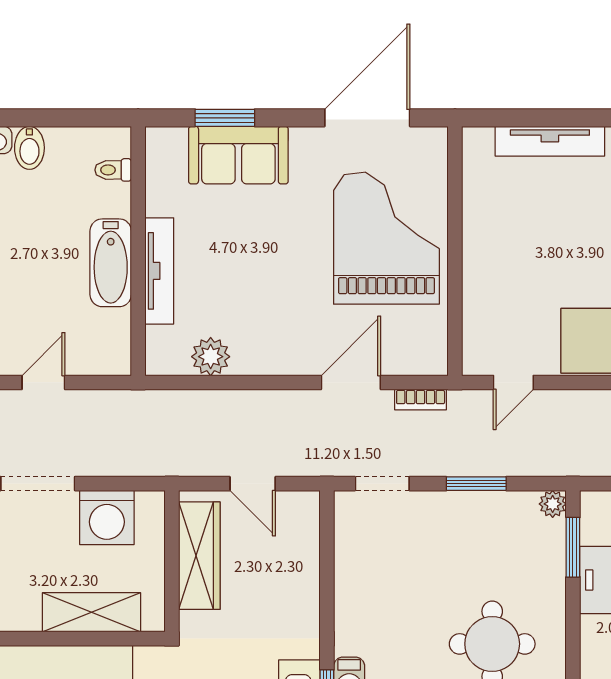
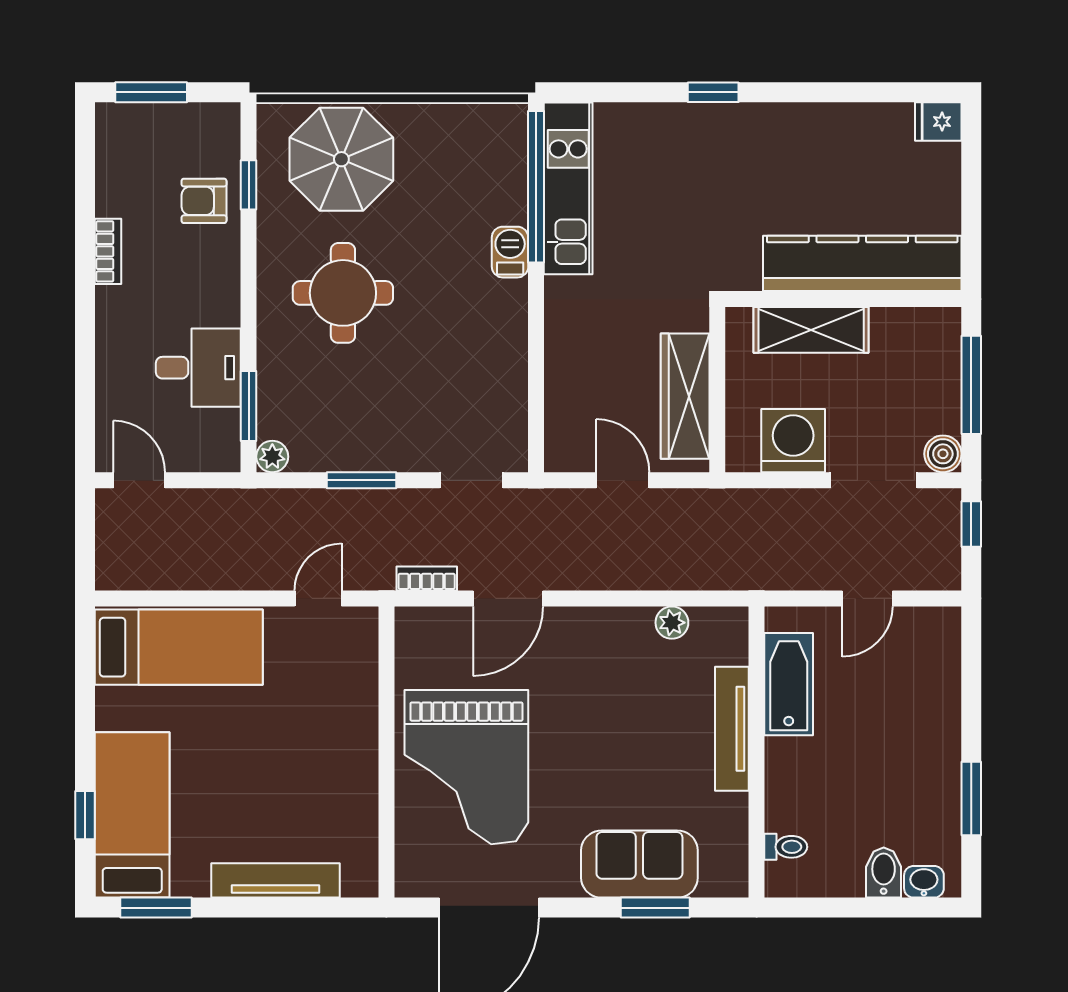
bathtub: (111, 263) -> (789, 684), moved
plant: (211, 357) -> (672, 623), width x0.73, depth x0.73

